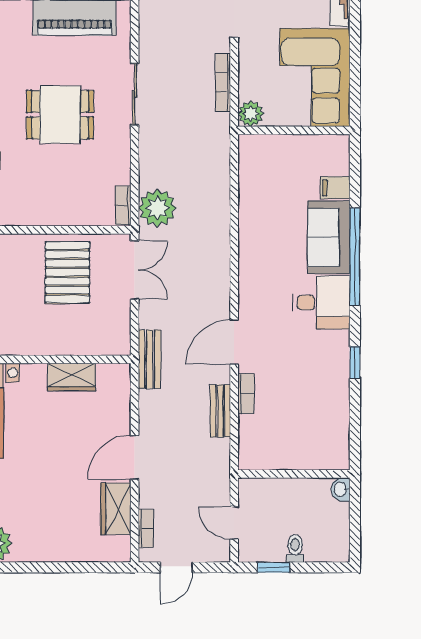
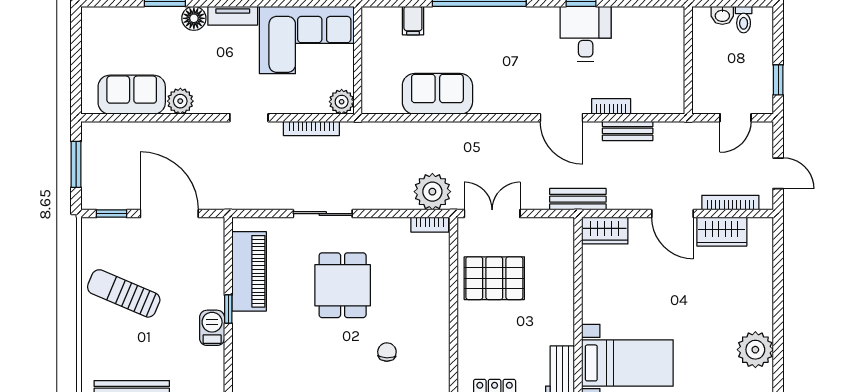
sofa: (329, 237) -> (437, 94), moved, turned 180
desk: (321, 302) -> (586, 34), moved
wardrobe: (72, 377) -> (605, 231), moved, turned 90
washbasin: (341, 489) -> (722, 15), moved
bookcase: (146, 528) -> (730, 203), width x1.56
toilet: (295, 548) -> (744, 20), moved, turned -90

